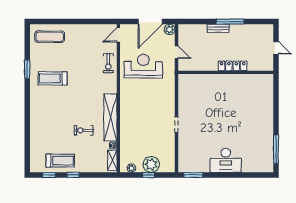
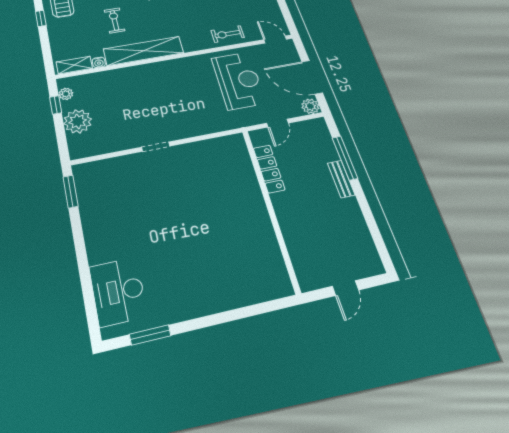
window: (230, 22) -> (345, 158), moved
locker: (233, 66) -> (269, 169), moved
window: (276, 149) -> (150, 335), width x0.69
desk: (226, 160) -> (118, 291), moved
window: (149, 175) -> (56, 105), moved

